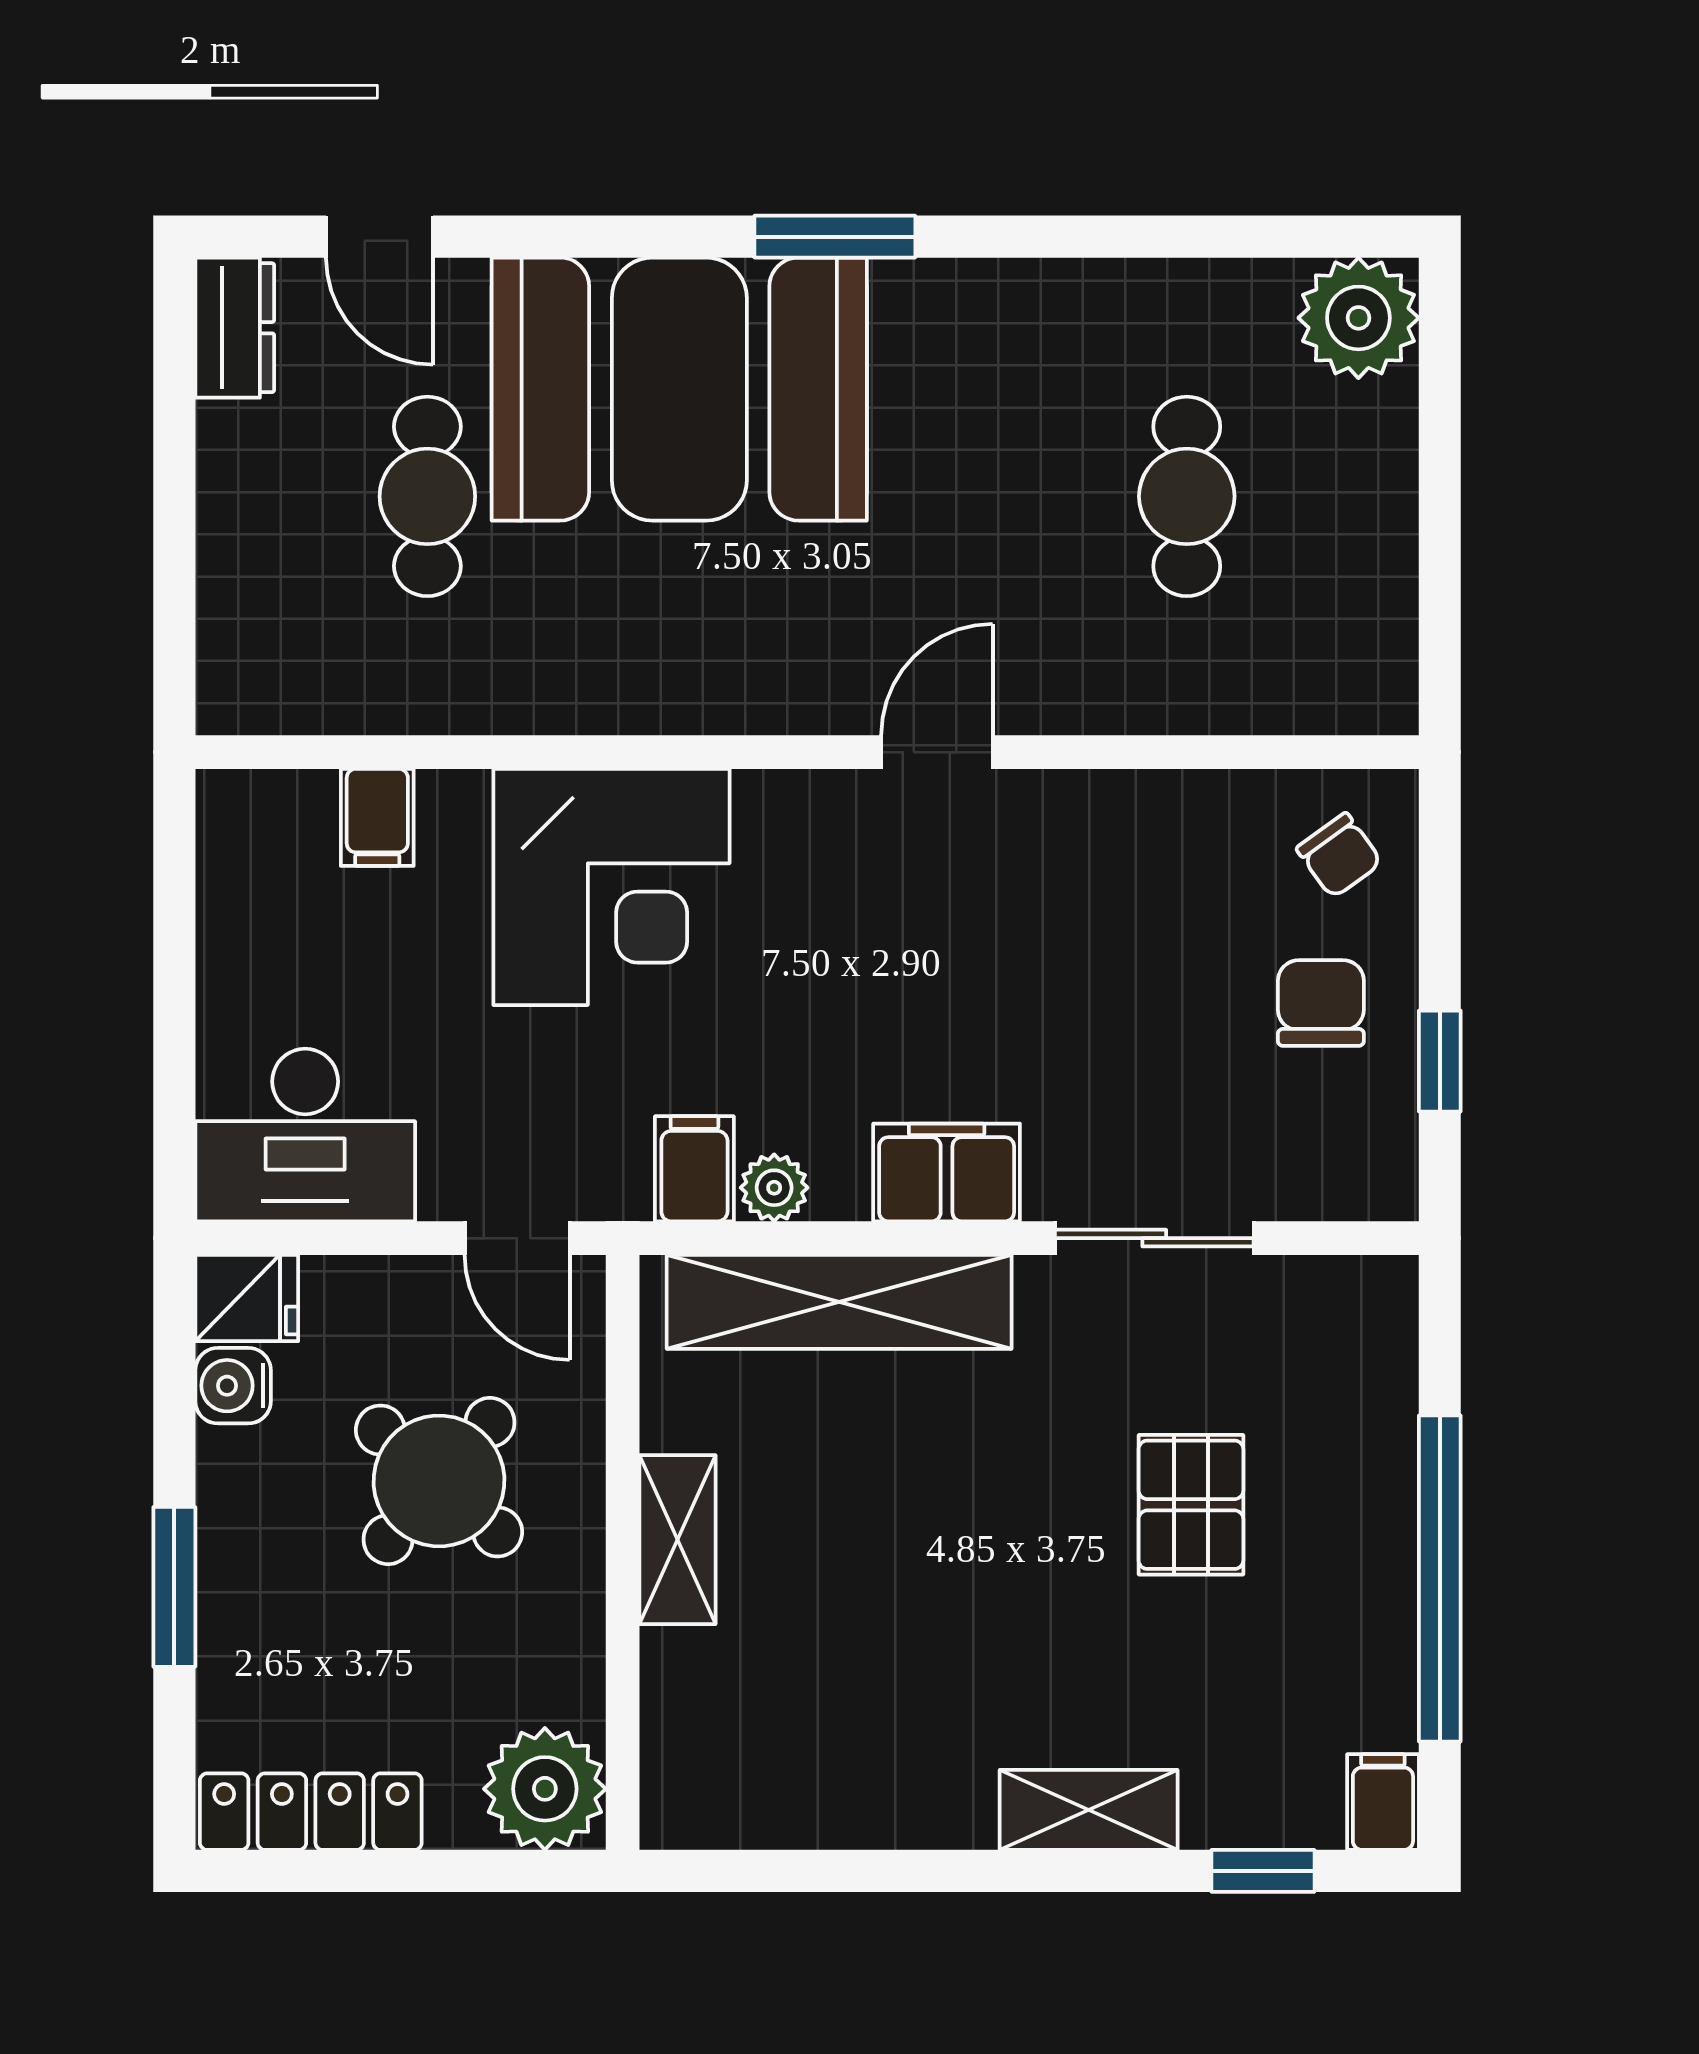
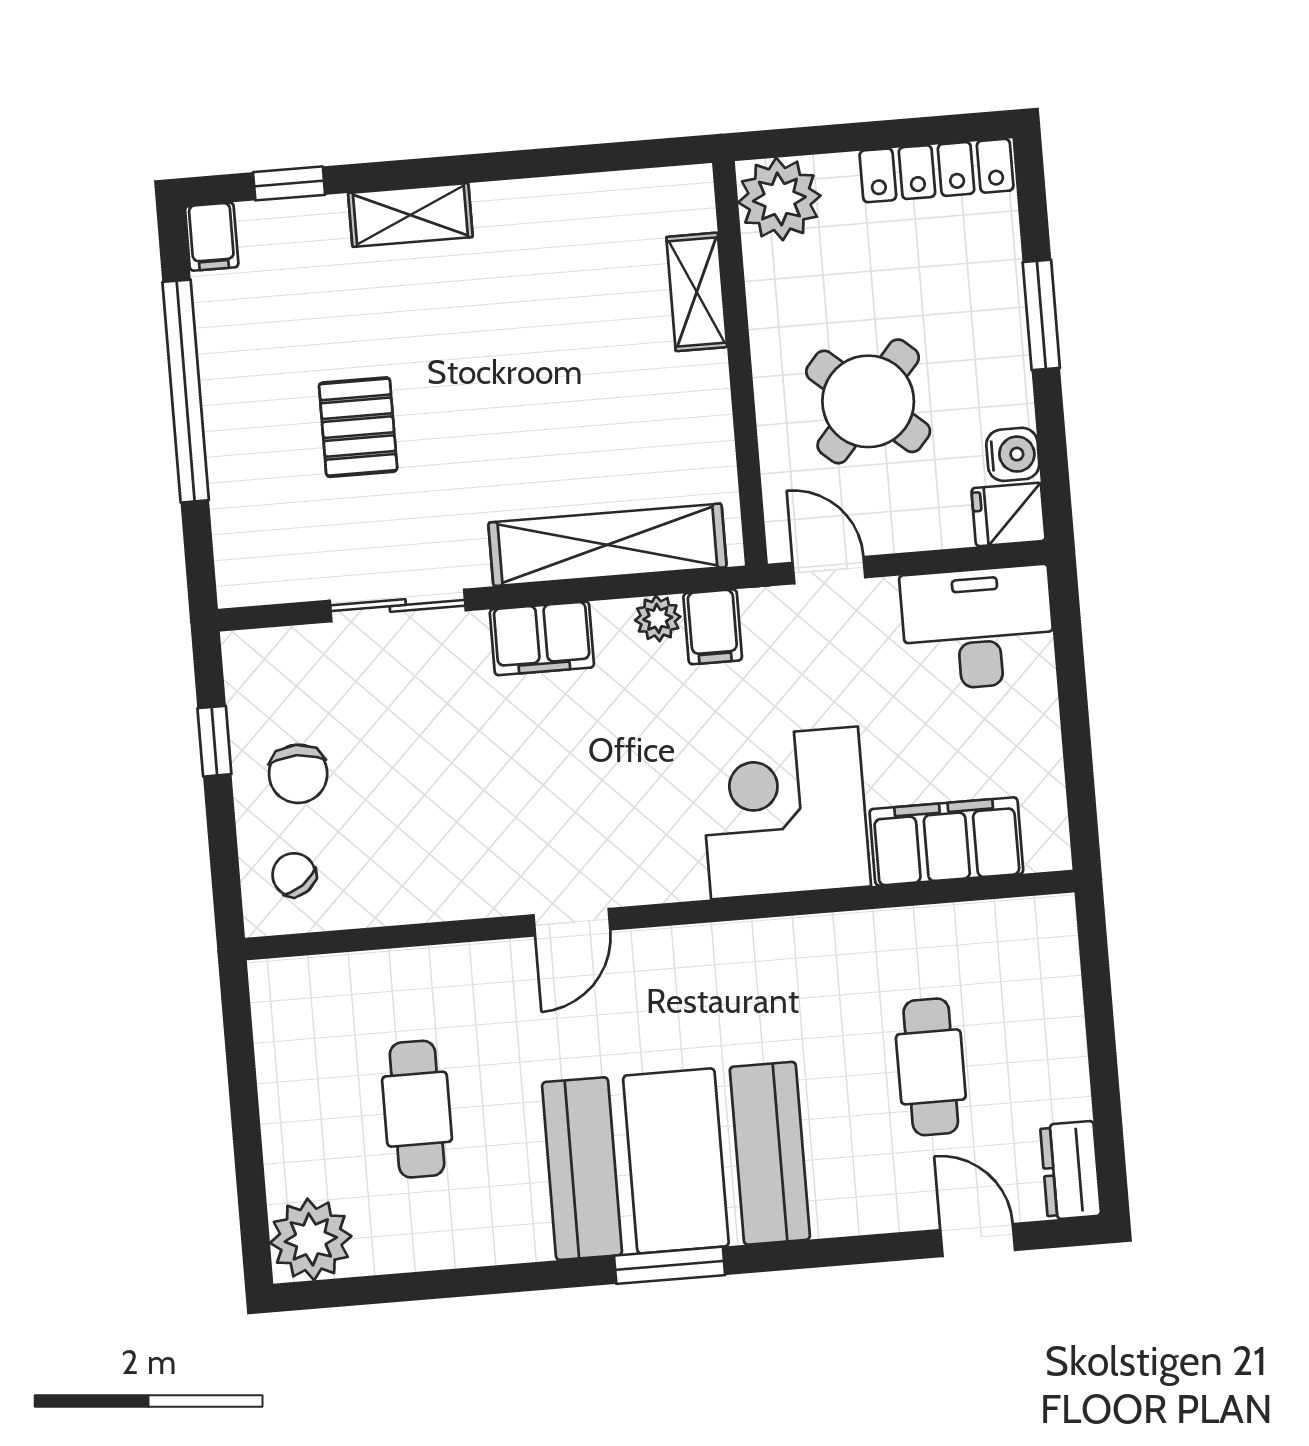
booth: (679, 389) -> (676, 1161), moved
filing cabinet: (377, 817) -> (946, 841), width x3.00, depth x1.17
shelving: (677, 1540) -> (697, 292), moved

